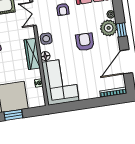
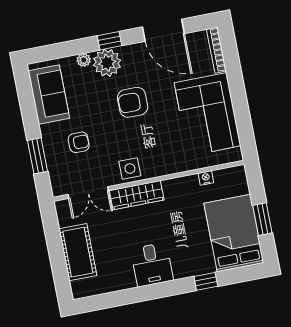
wardrobe: (32, 54) -> (137, 195), moved
floor lamp: (45, 56) -> (160, 169), removed
corner sofa: (60, 82) -> (208, 114), moved, turned -90

